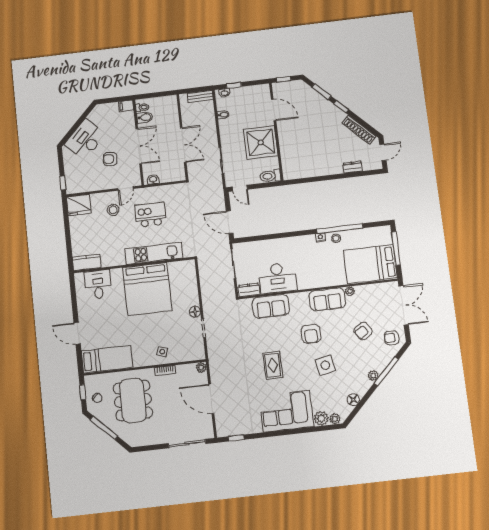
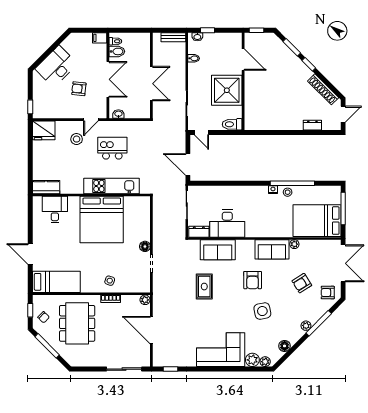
rug: (273, 365) -> (204, 287), moved

